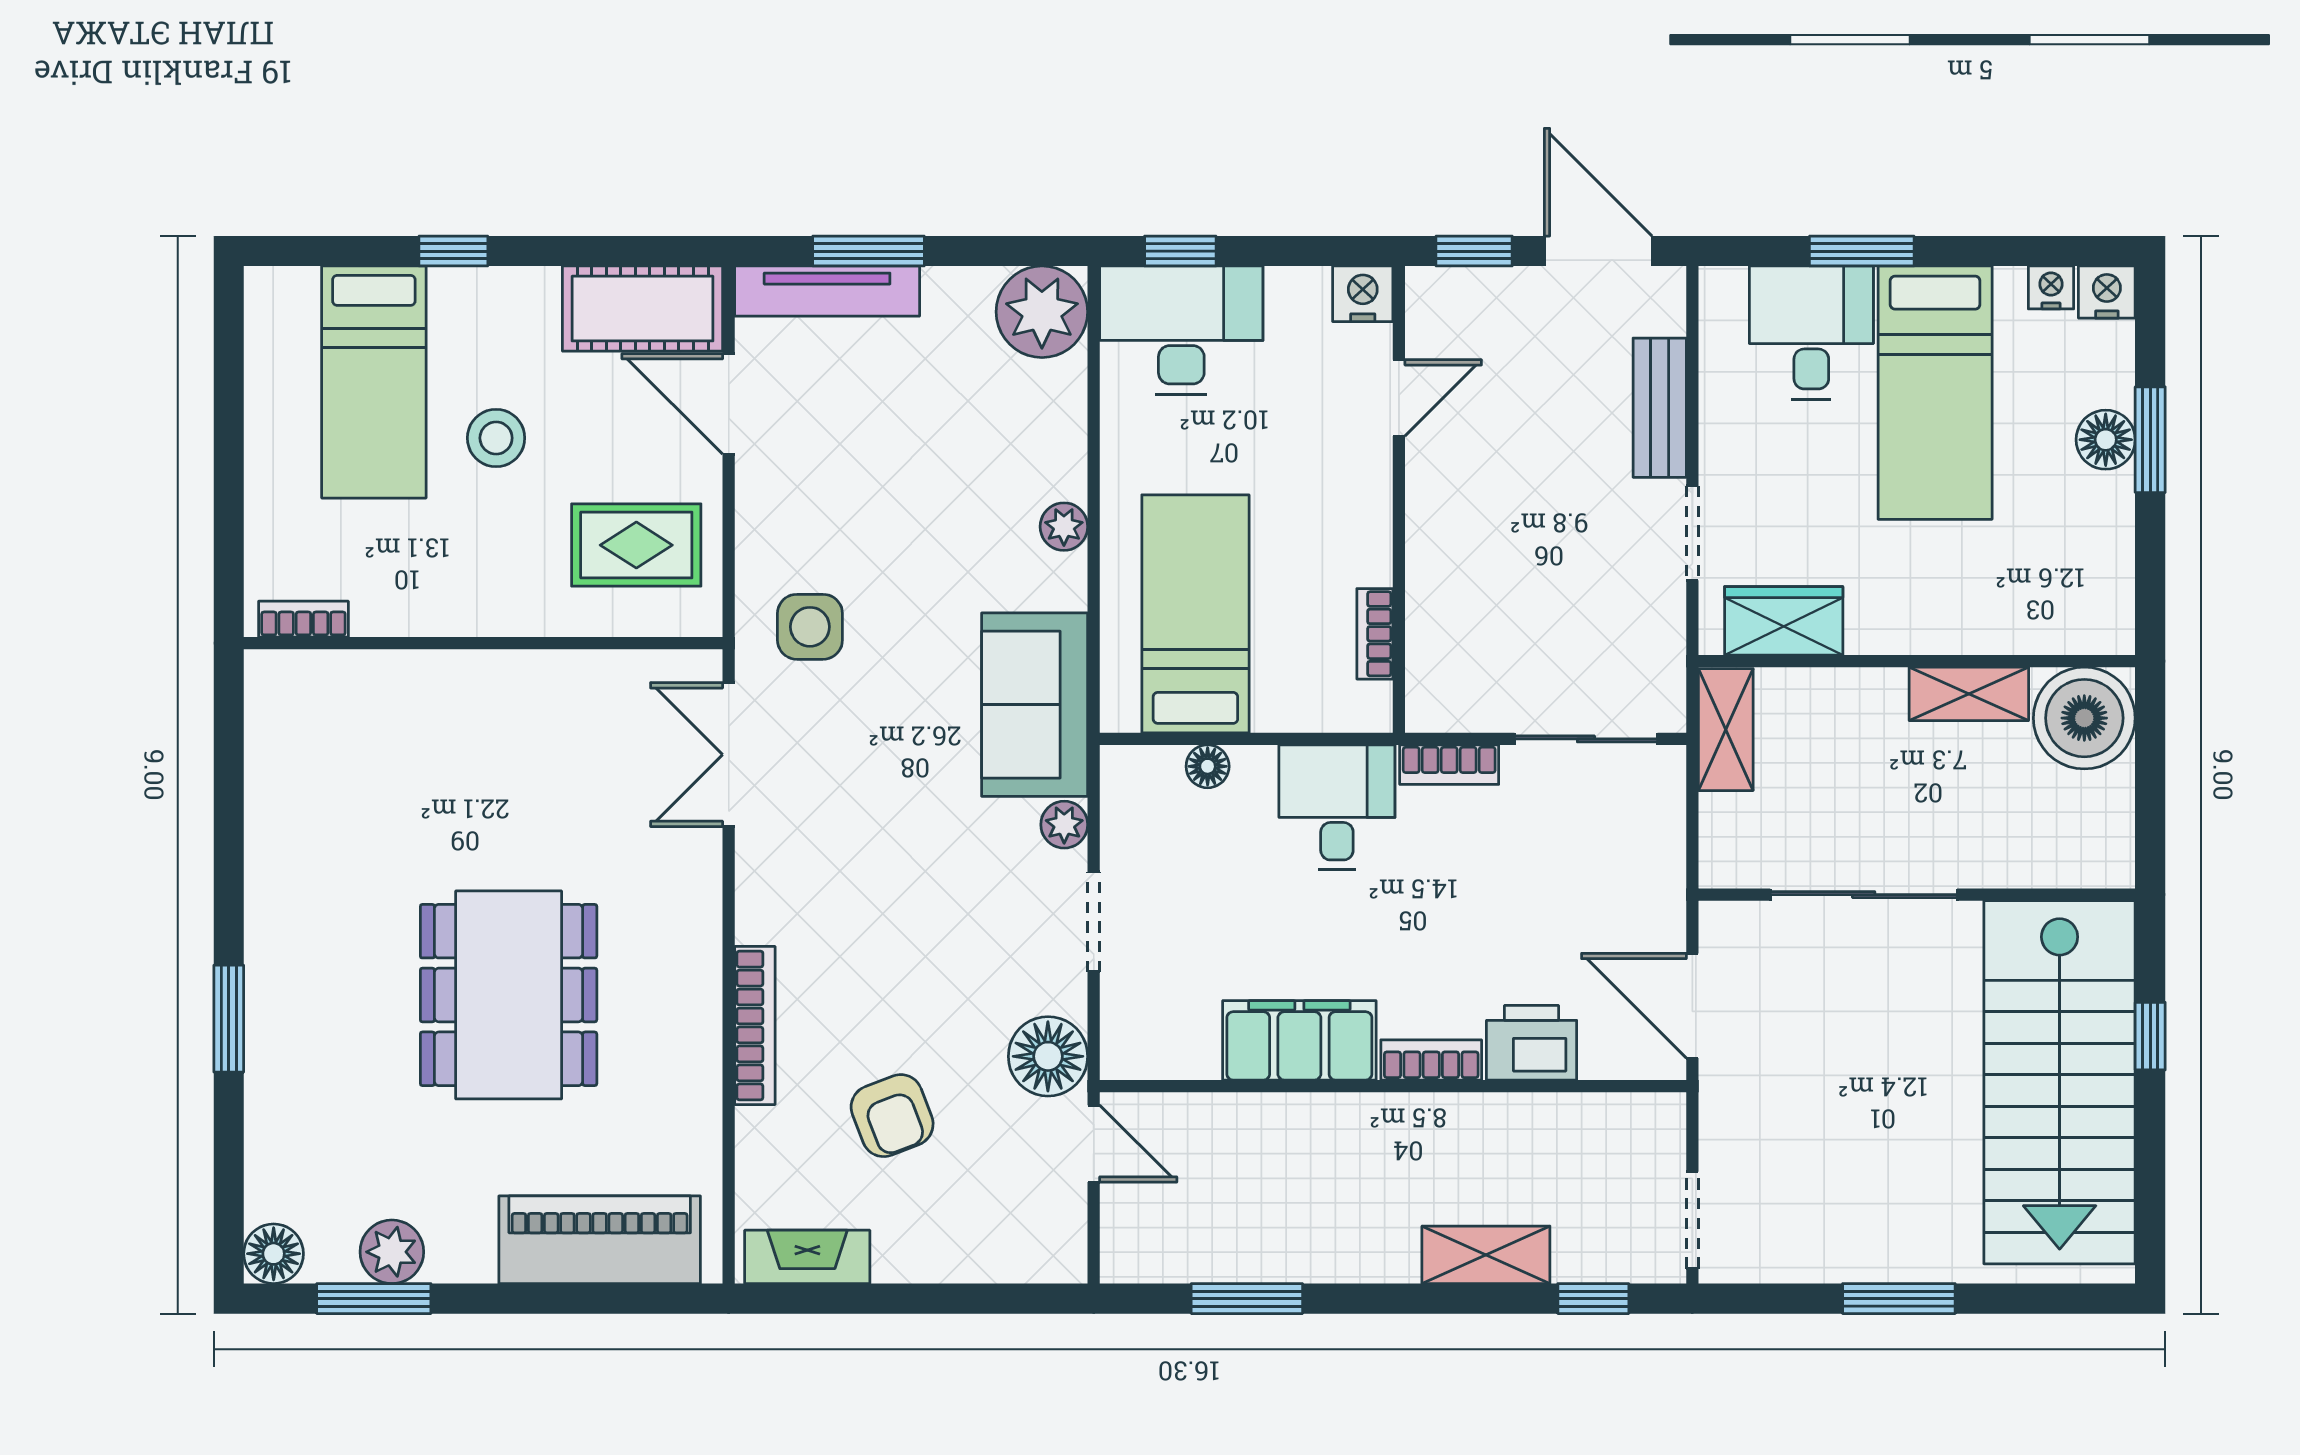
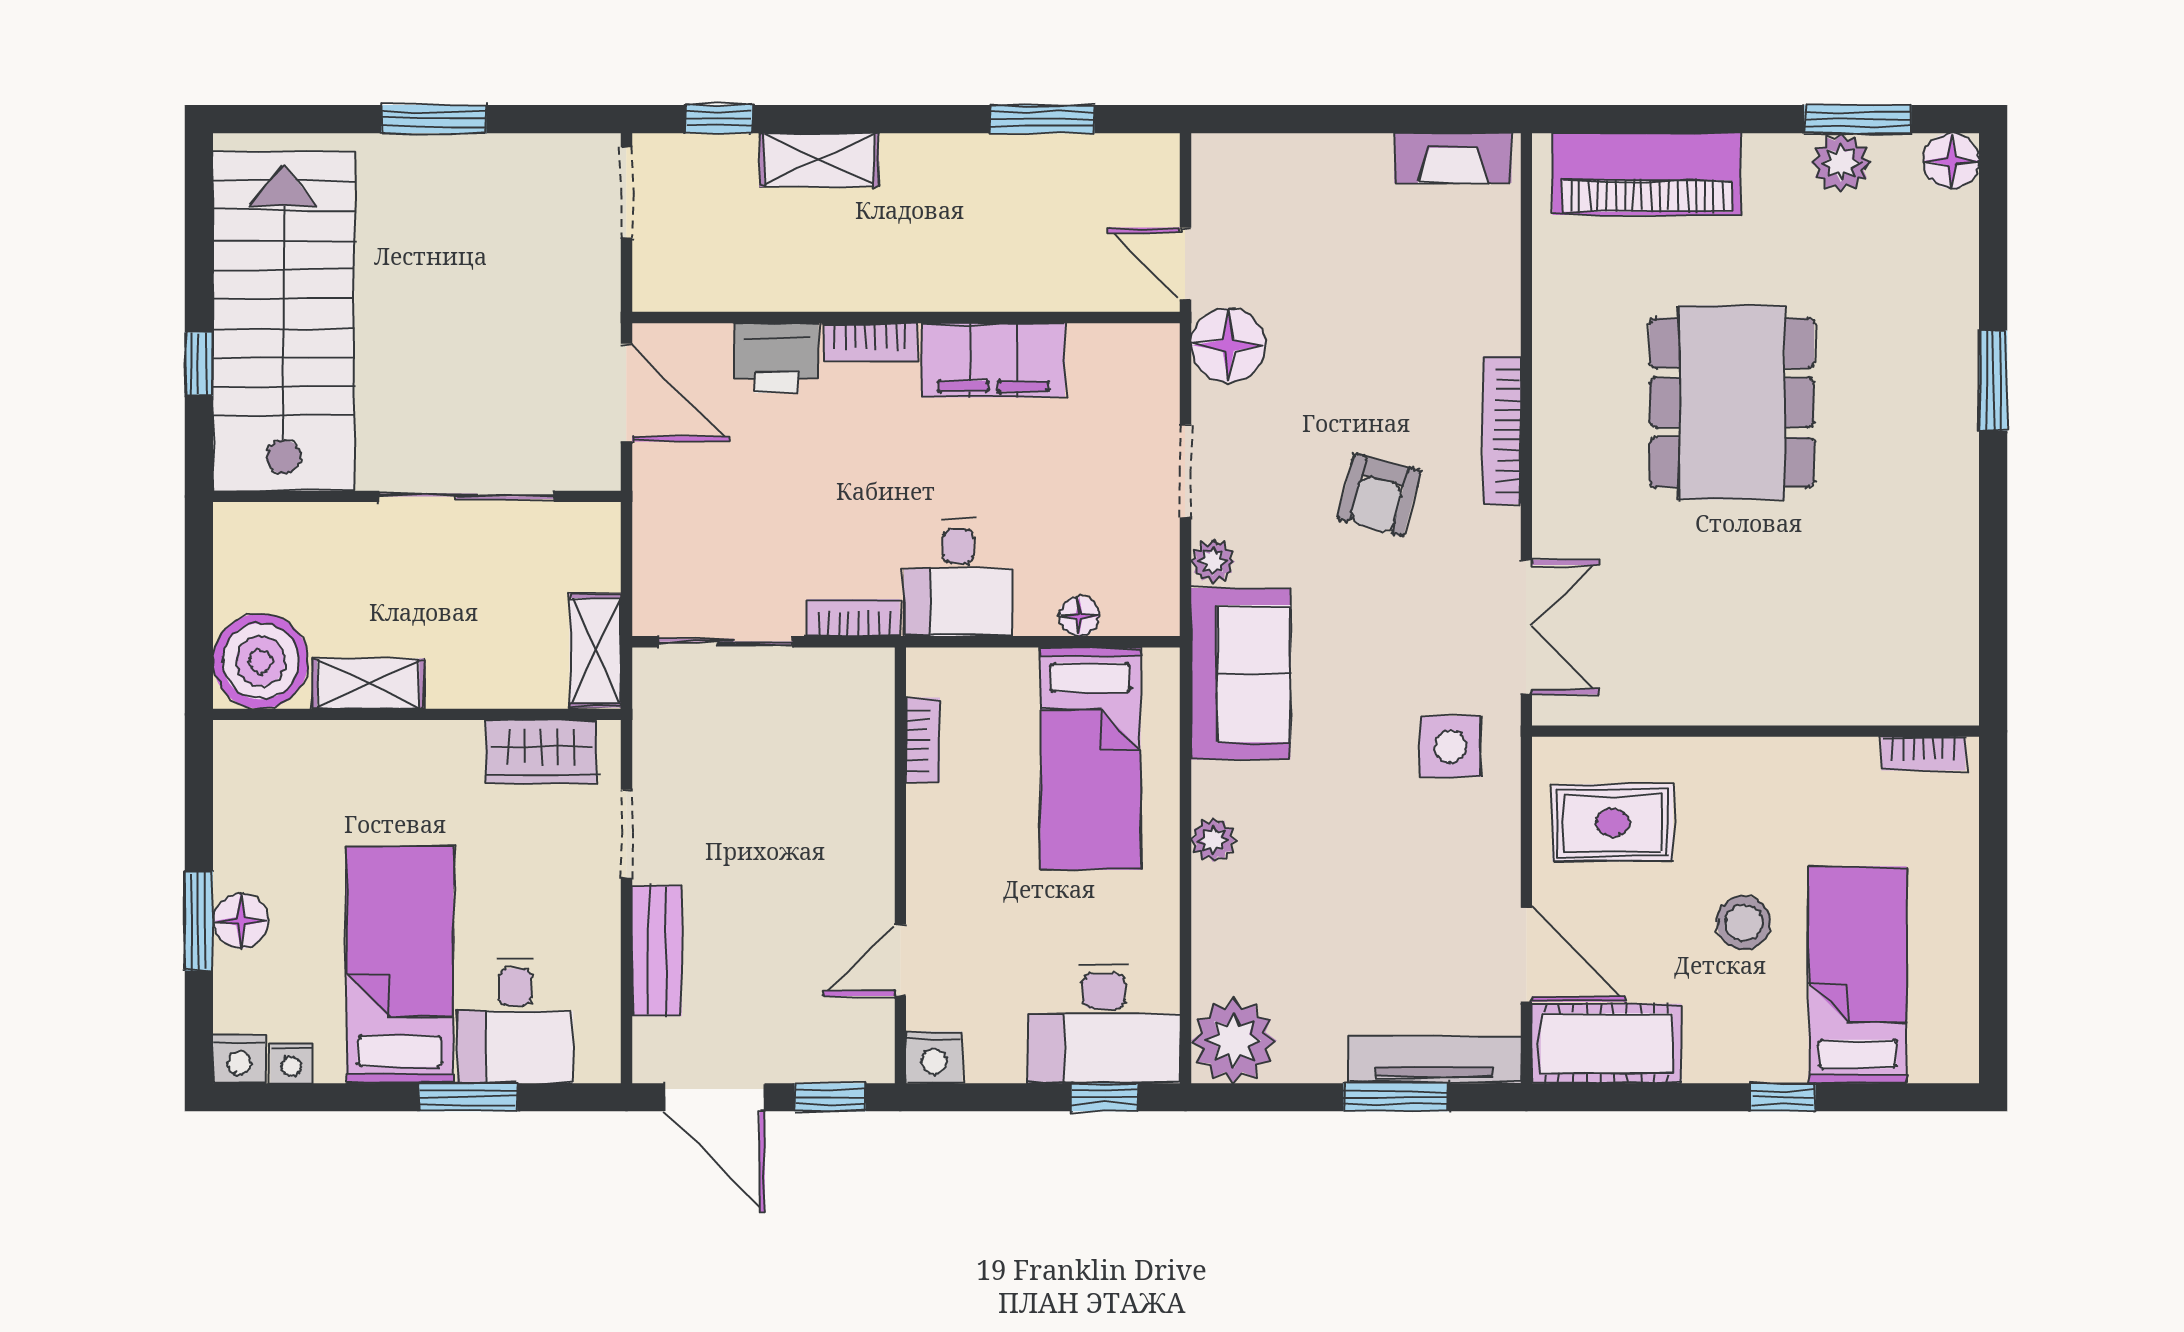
bookcase: (755, 1025) -> (1502, 430), moved
armchair: (892, 1116) -> (1379, 495), moved, turned -144

